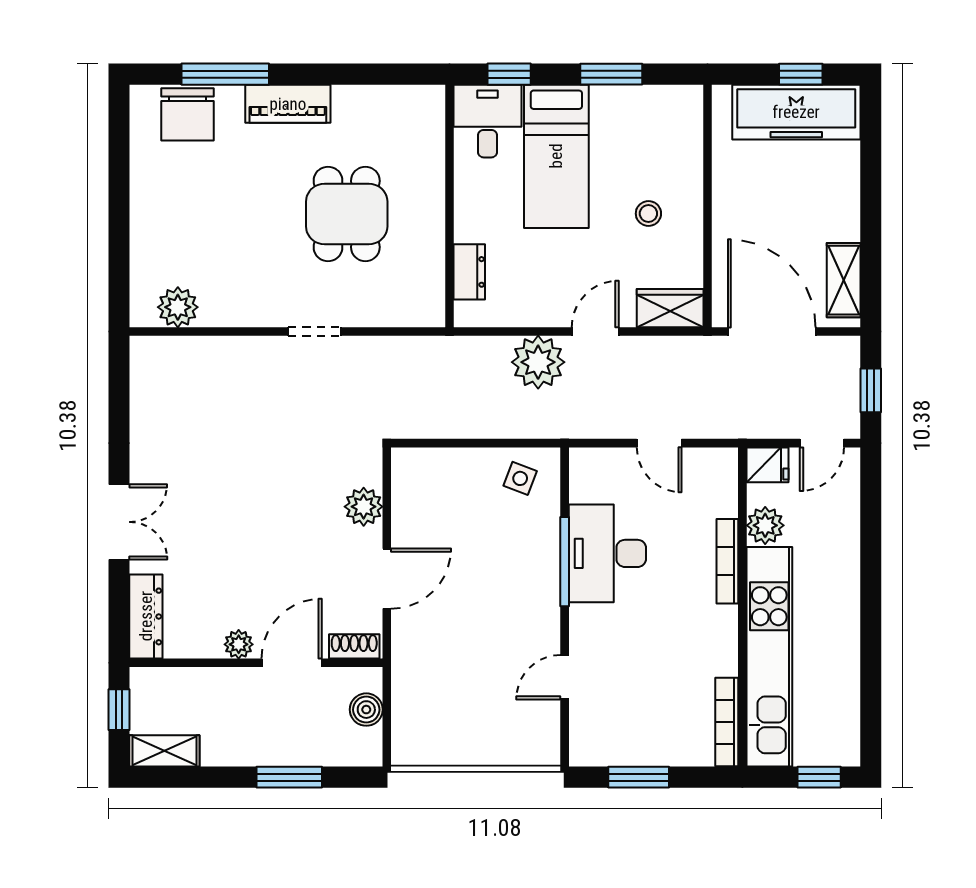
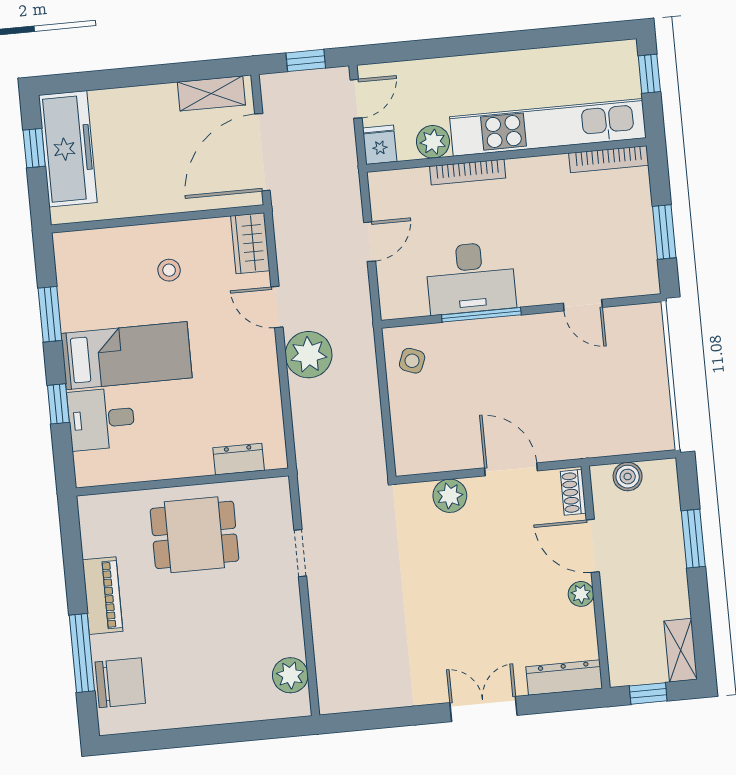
wall: (450, 206) -> (182, 482), moved
dresser: (469, 272) -> (239, 459), moved
door: (822, 443) -> (356, 99), hinge flipped

